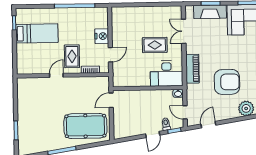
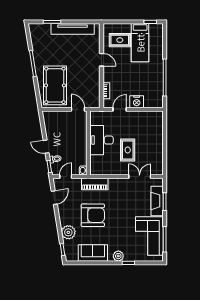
door: (110, 55) -> (120, 109), swing flipped
rug: (72, 56) -> (120, 40), moved
piano: (192, 69) -> (95, 184), moved
desk: (167, 73) -> (102, 140), moved
armchair: (227, 82) -> (93, 215), turned -90
tv unit: (23, 108) -> (73, 29), added
door: (208, 125) -> (54, 198), hinge flipped

